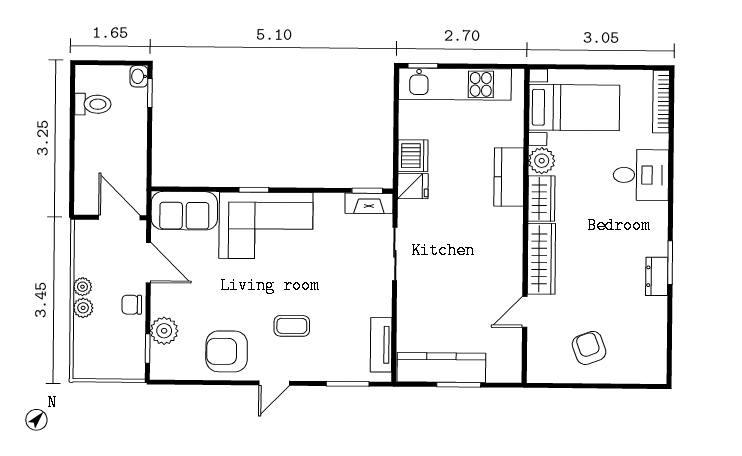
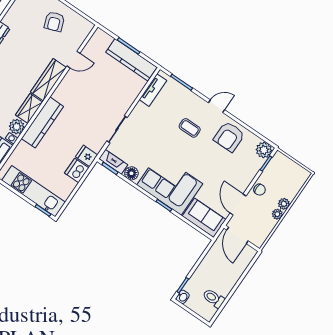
kitchen counter: (509, 177) -> (42, 122), width x1.50
floor lamp: (332, 204) -> (131, 173), added
plant: (164, 331) -> (264, 150), moved
armchair: (227, 351) -> (229, 137), turned 90

